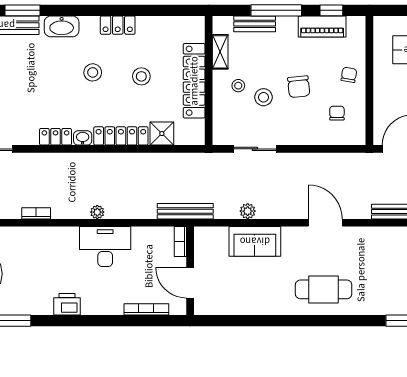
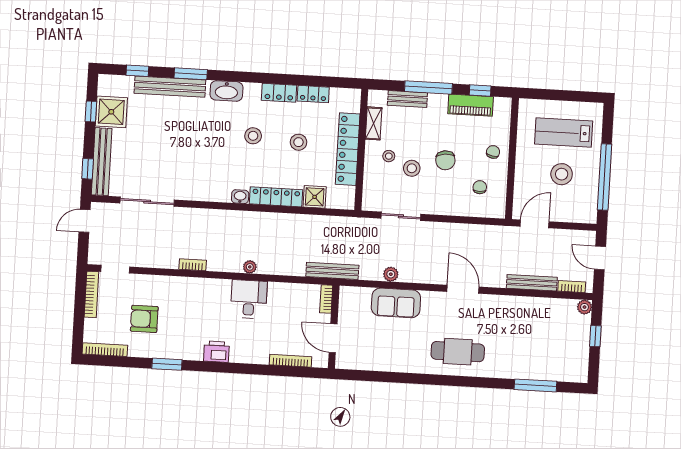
locker: (56, 137) -> (313, 94), moved, turned 180
desk: (105, 247) -> (249, 299), width x0.73

